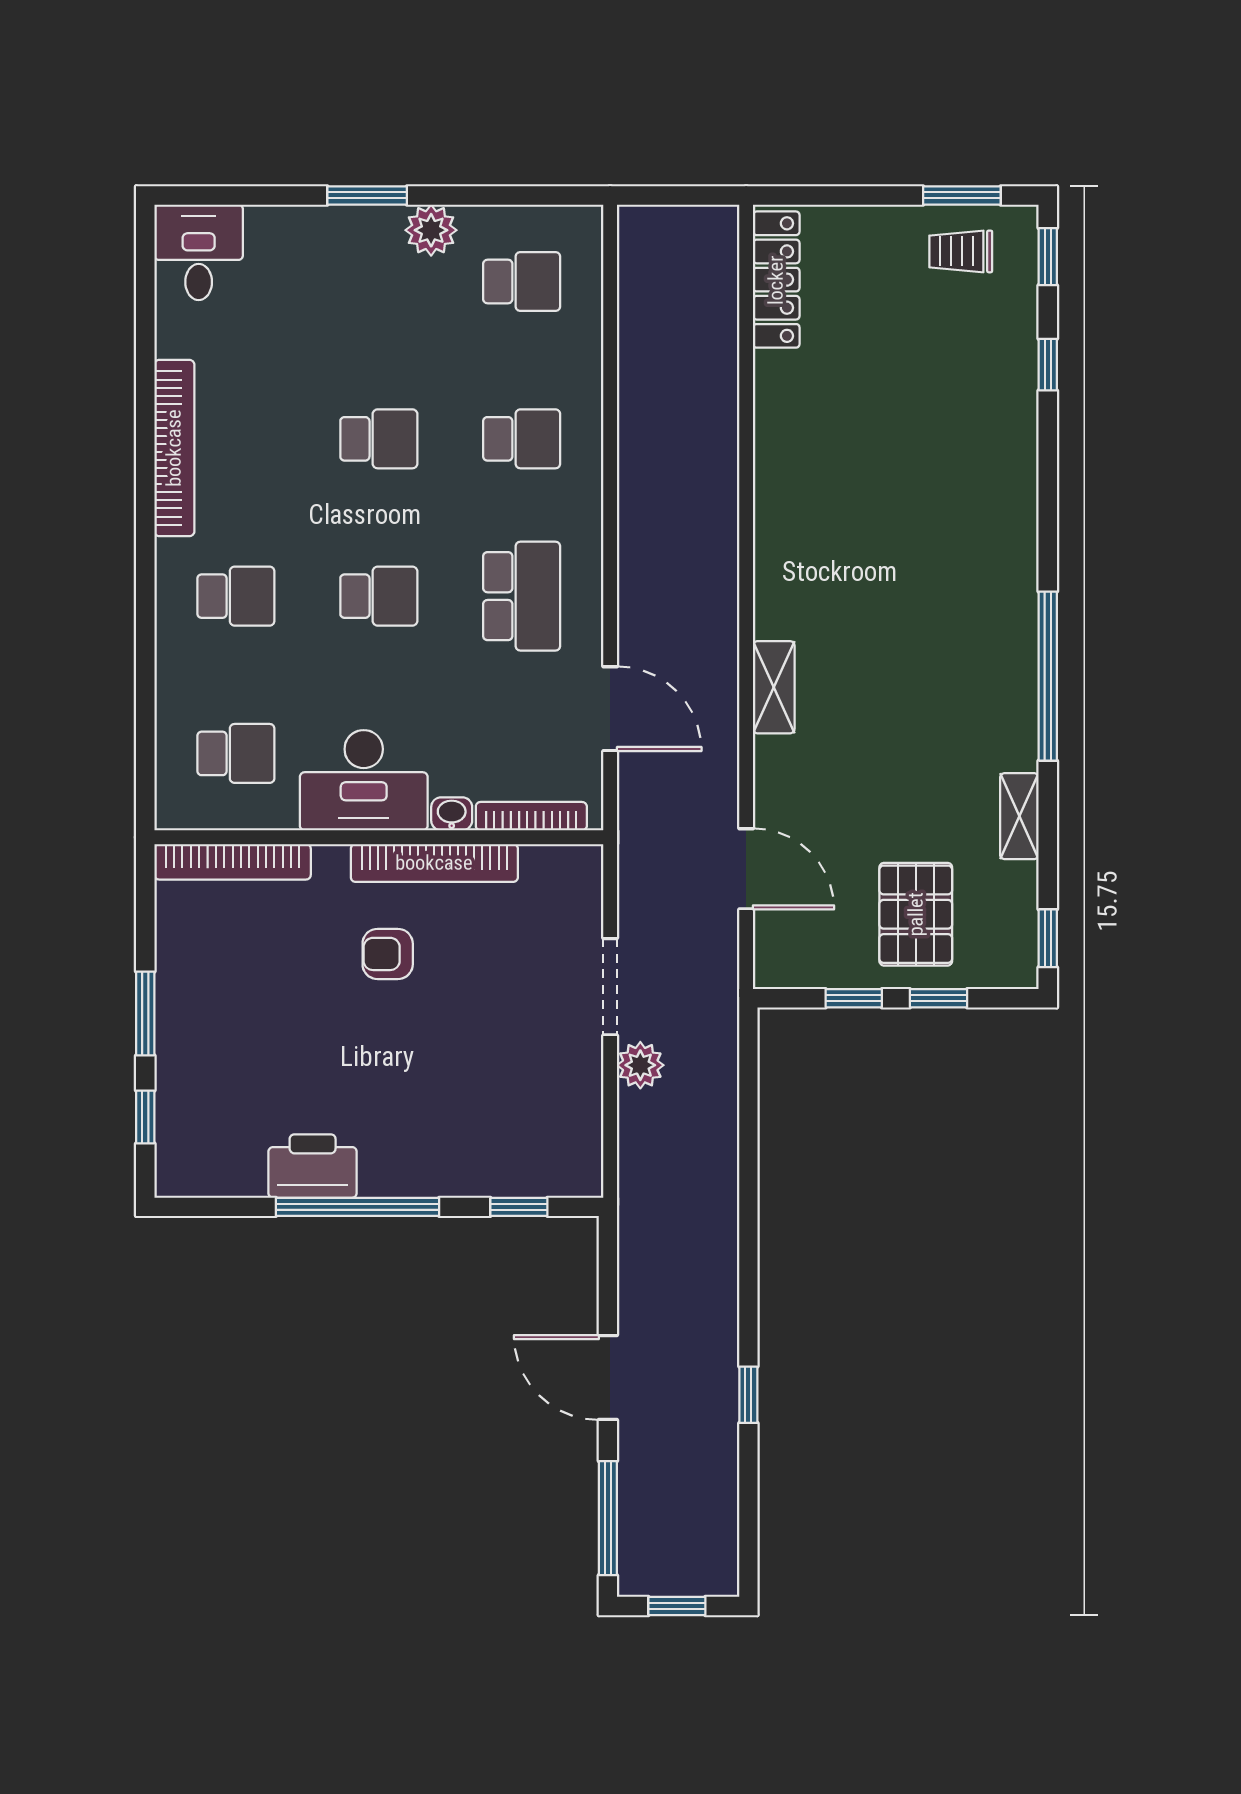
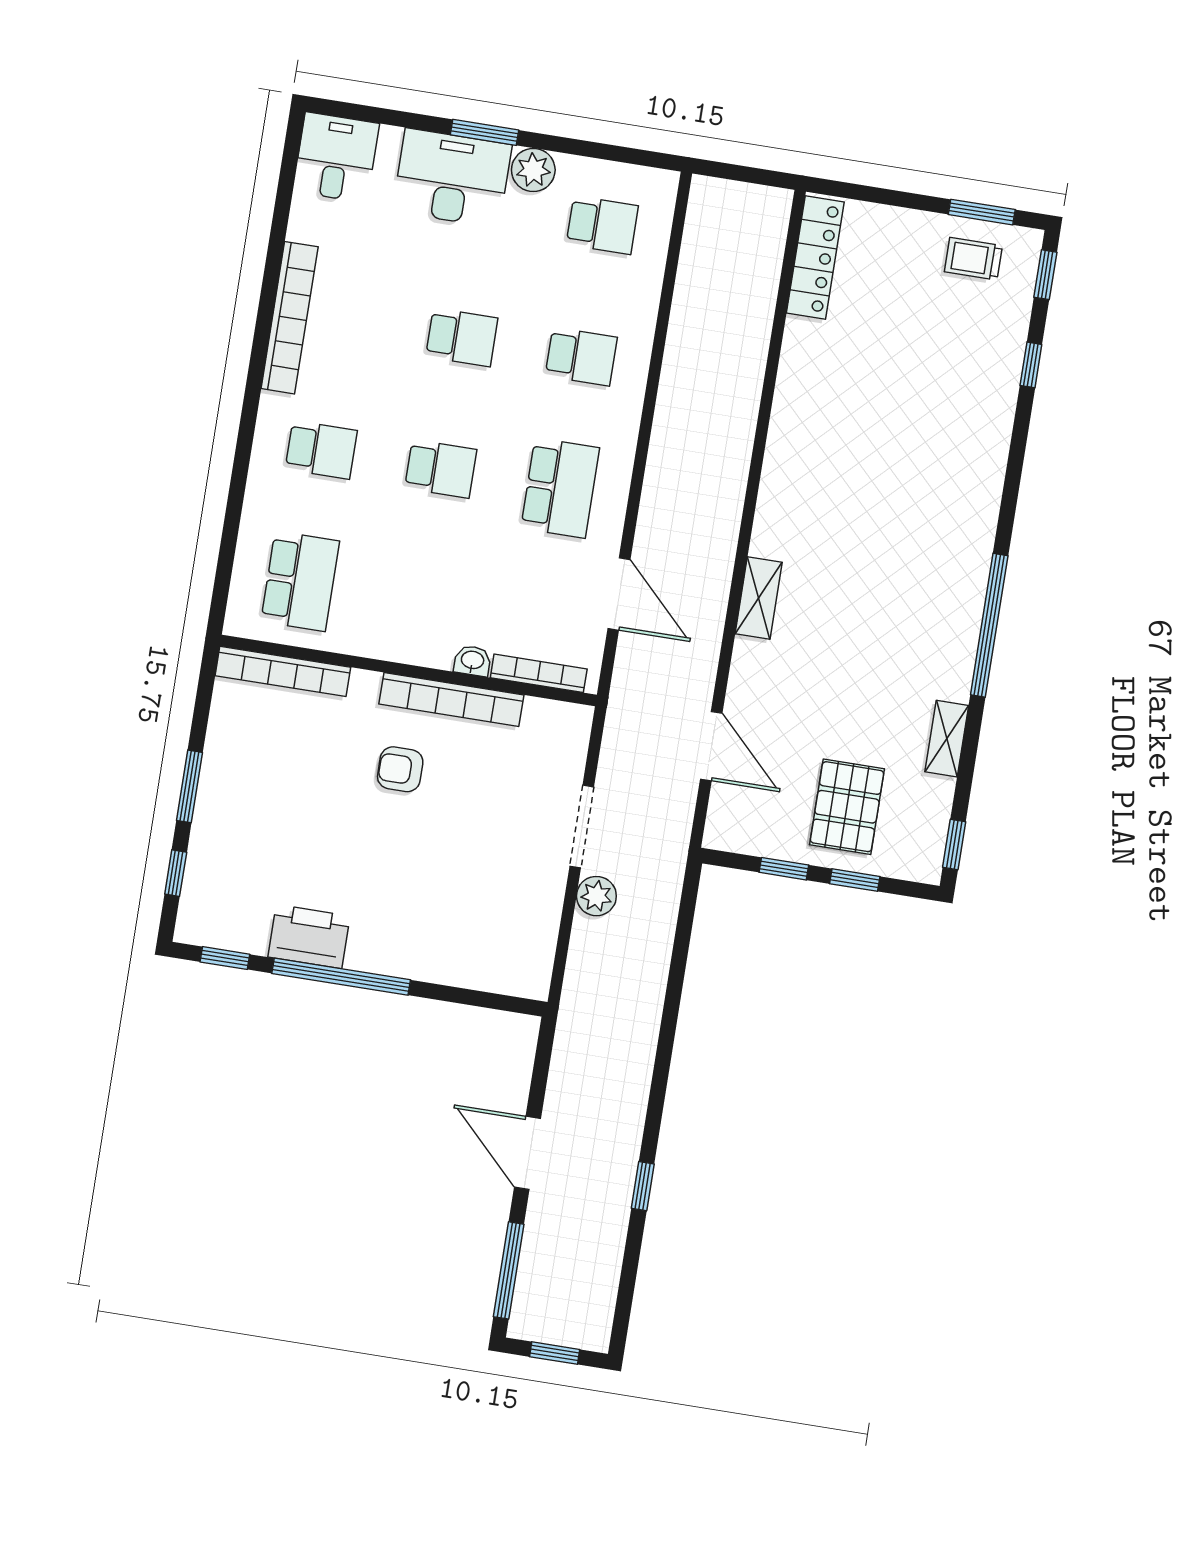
school desk: (236, 753) -> (300, 581), width x1.85
desk: (364, 780) -> (452, 178), moved, turned 180
window: (519, 1207) -> (225, 958), moved

